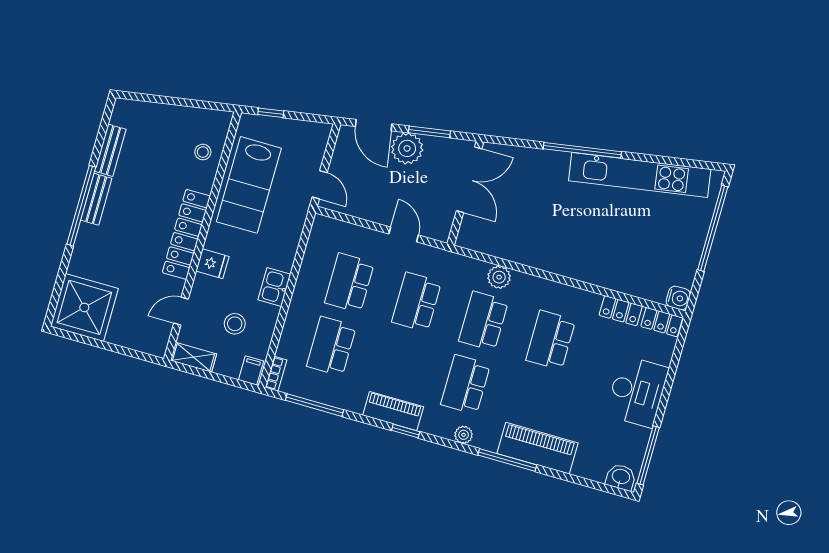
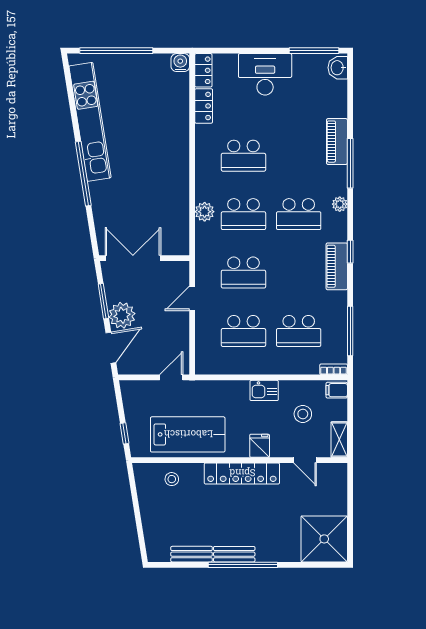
piano: (537, 448) -> (337, 142), width x0.73, depth x0.75

